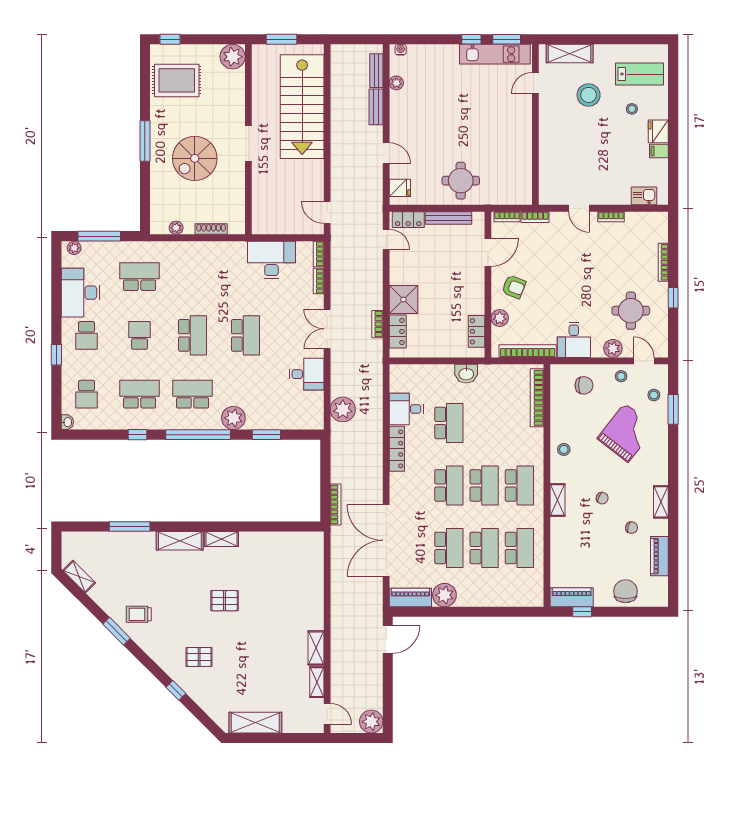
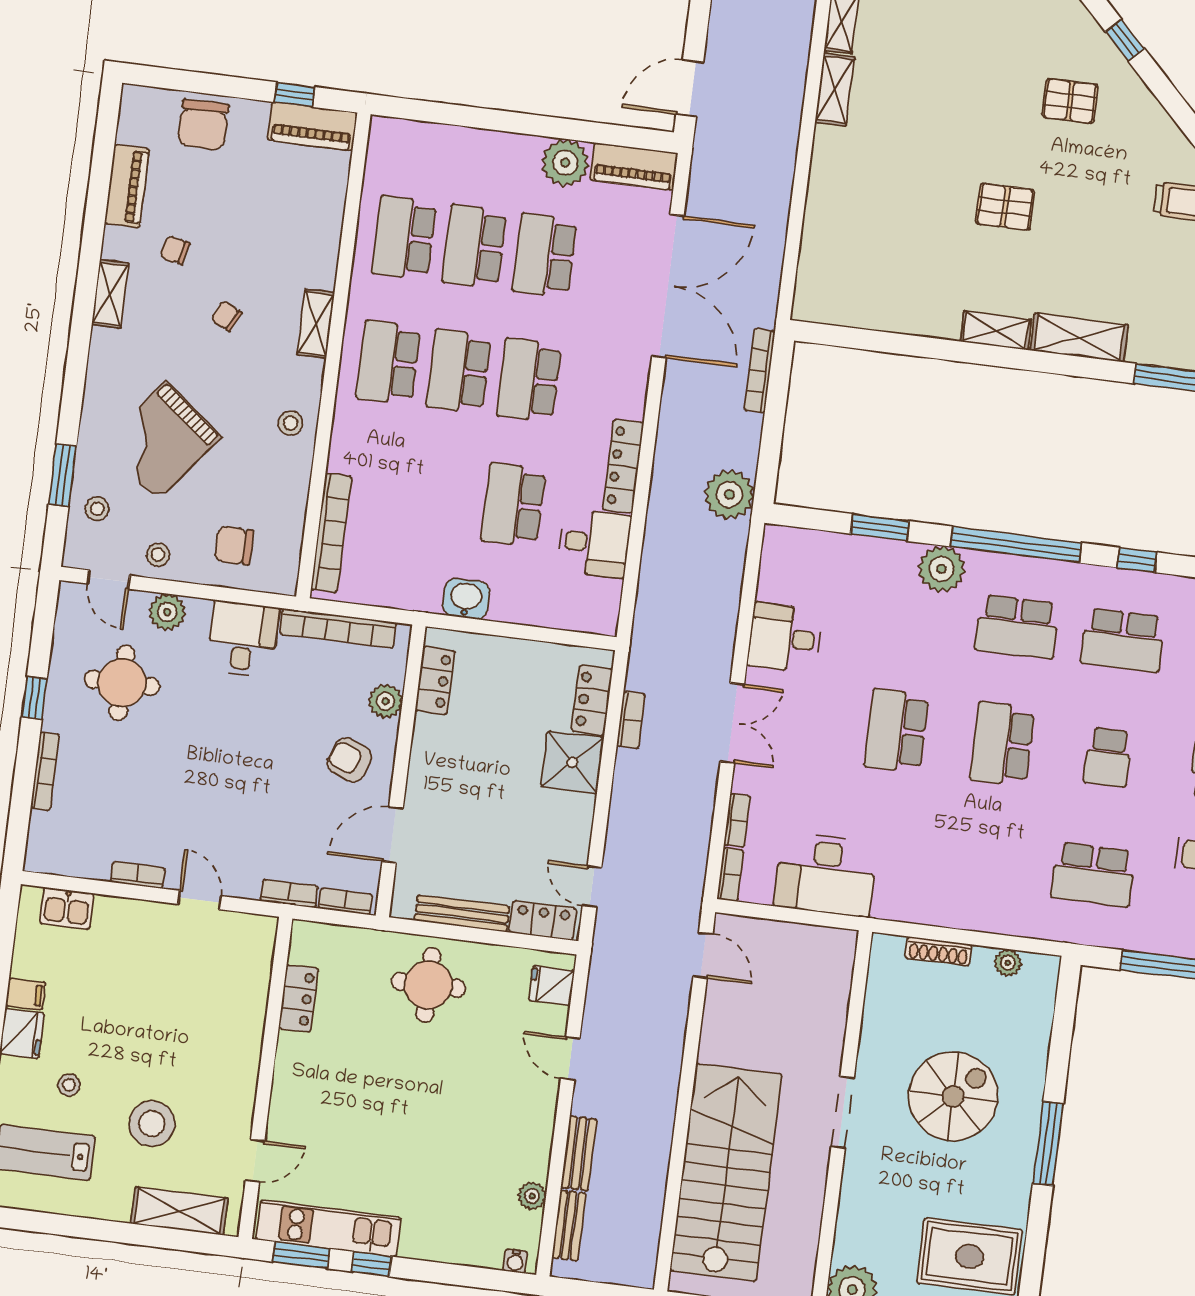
locker: (524, 166) -> (299, 999), added
plant: (343, 409) -> (729, 494), moved

